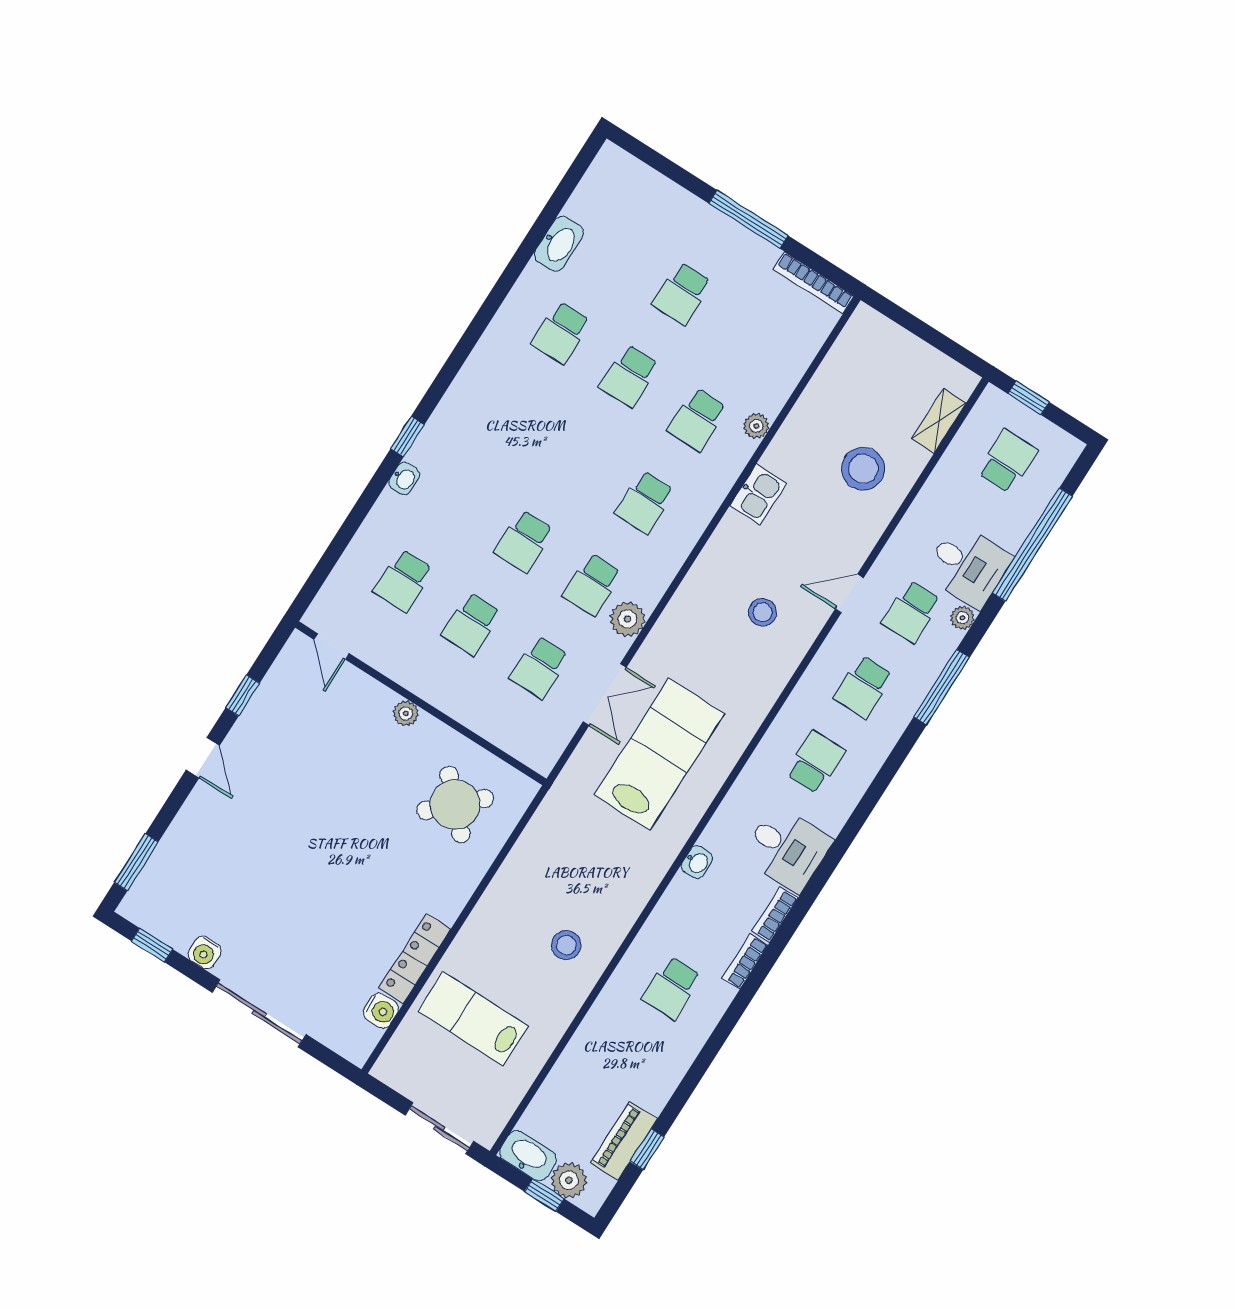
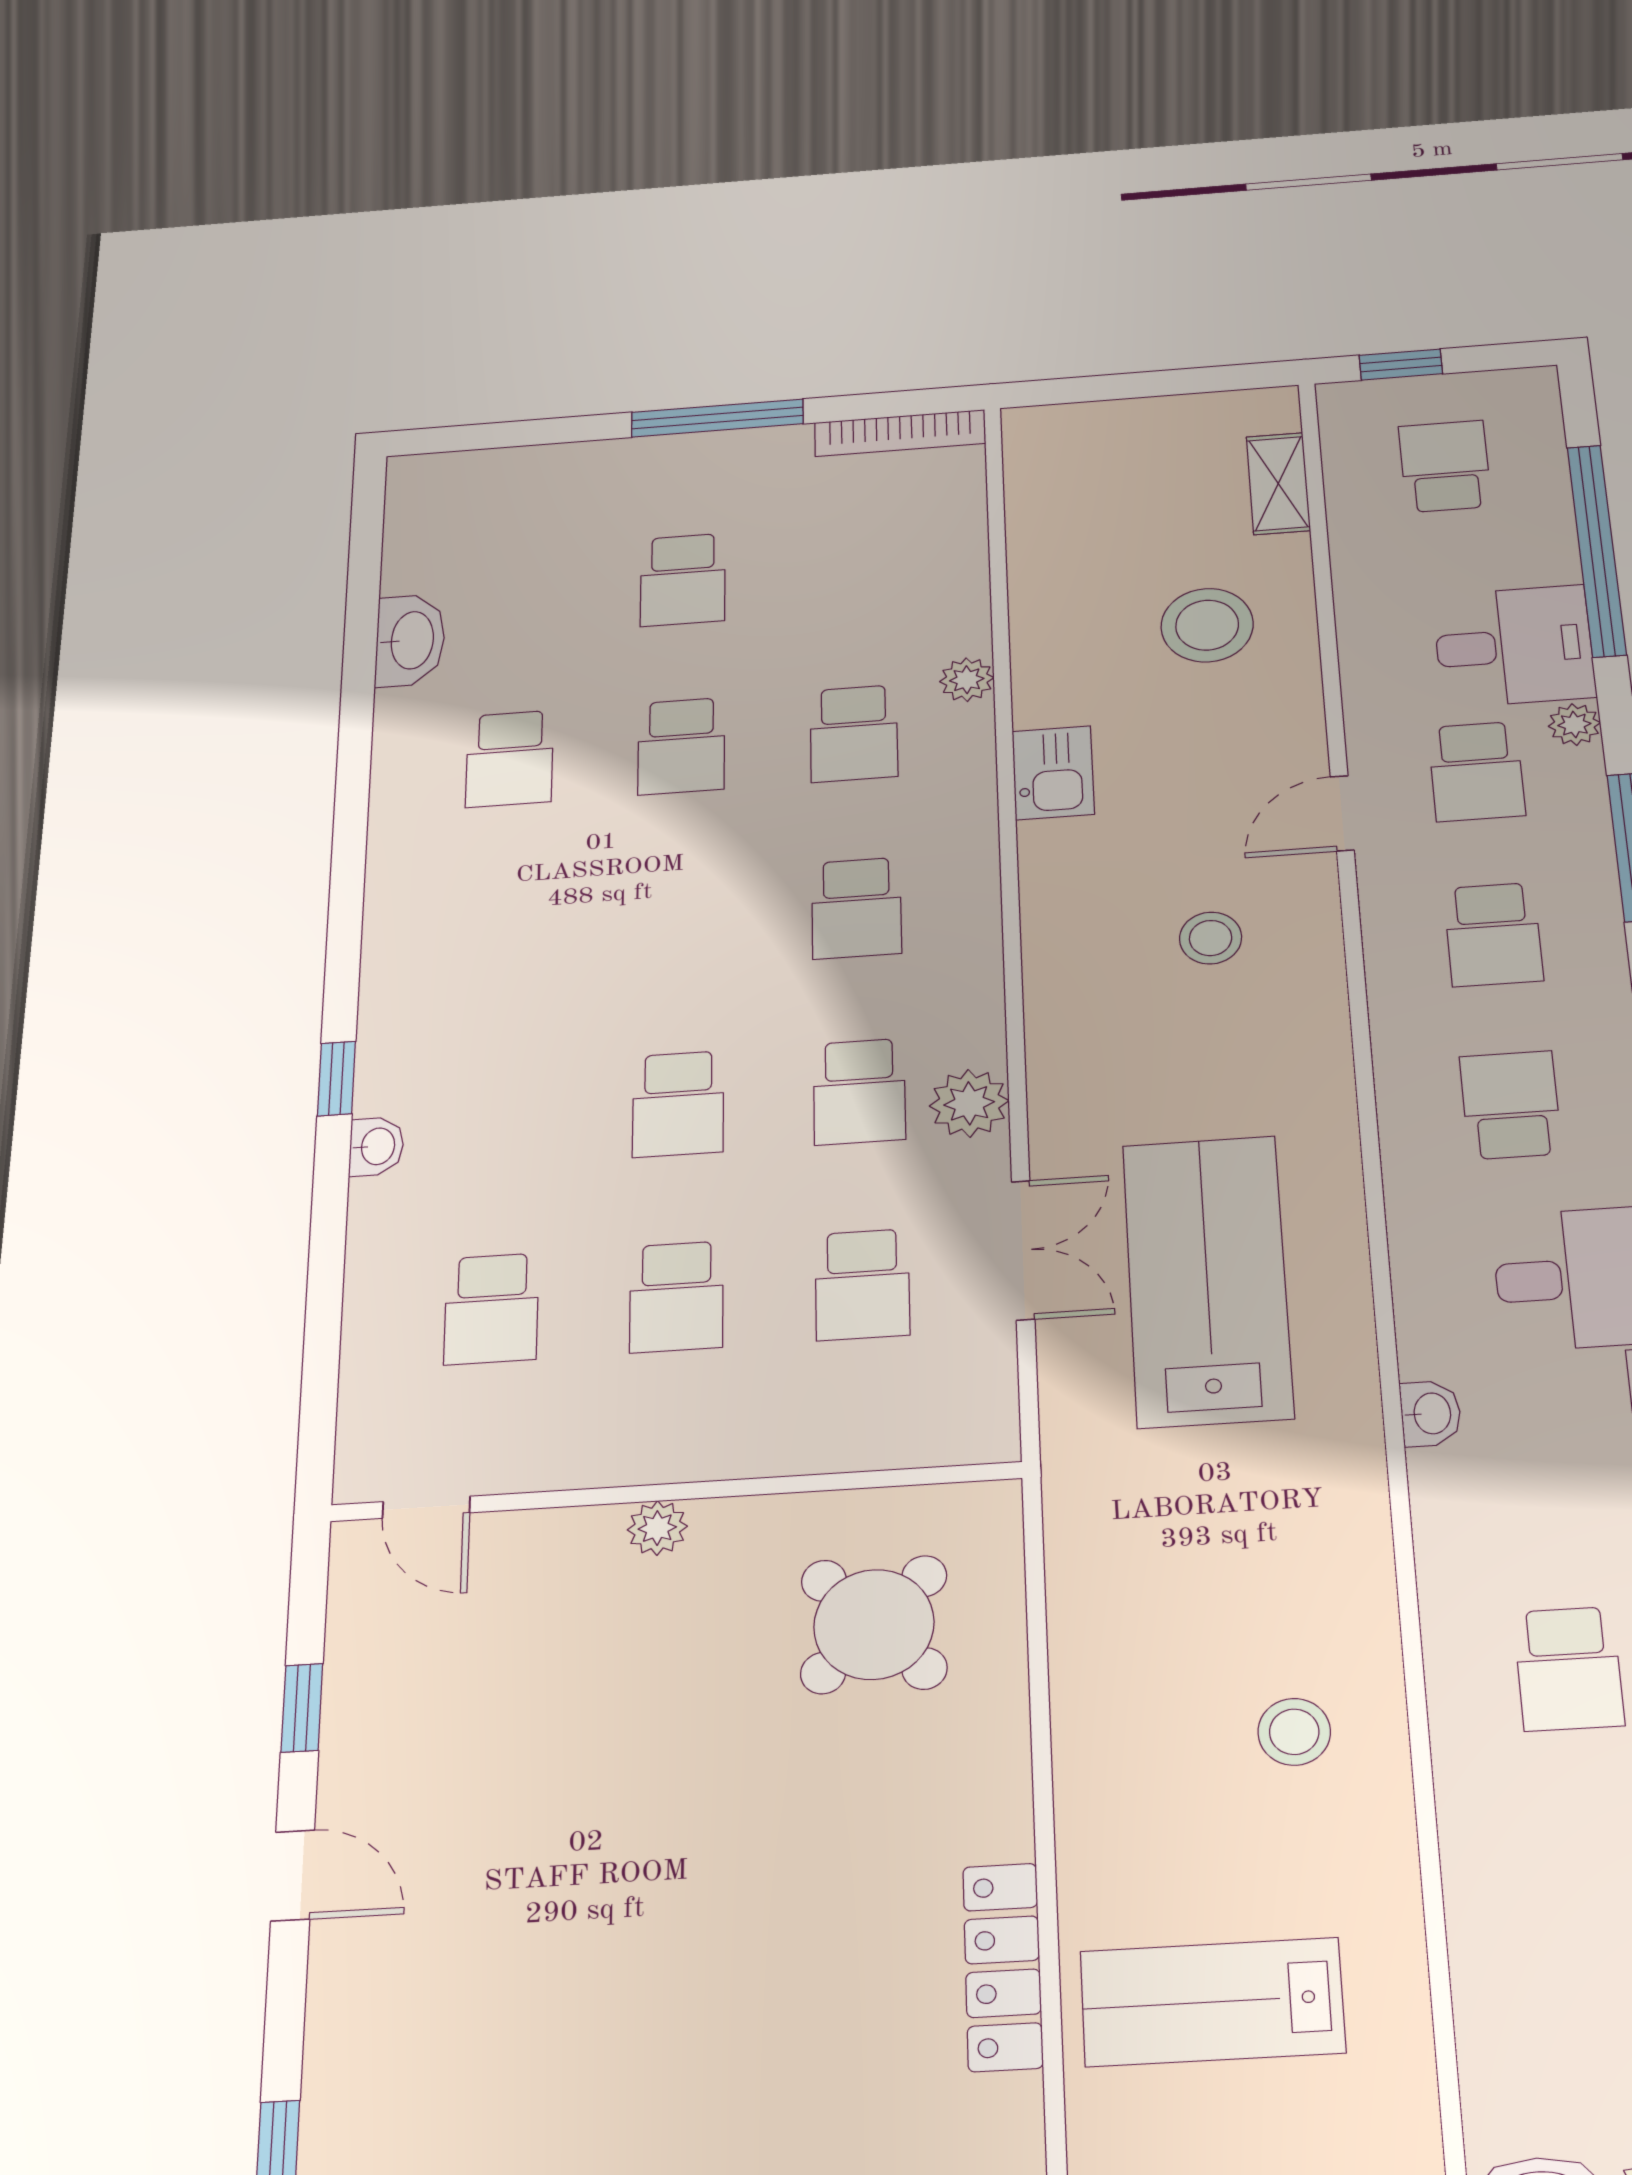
water cooler: (381, 1011) -> (1006, 2119), removed

